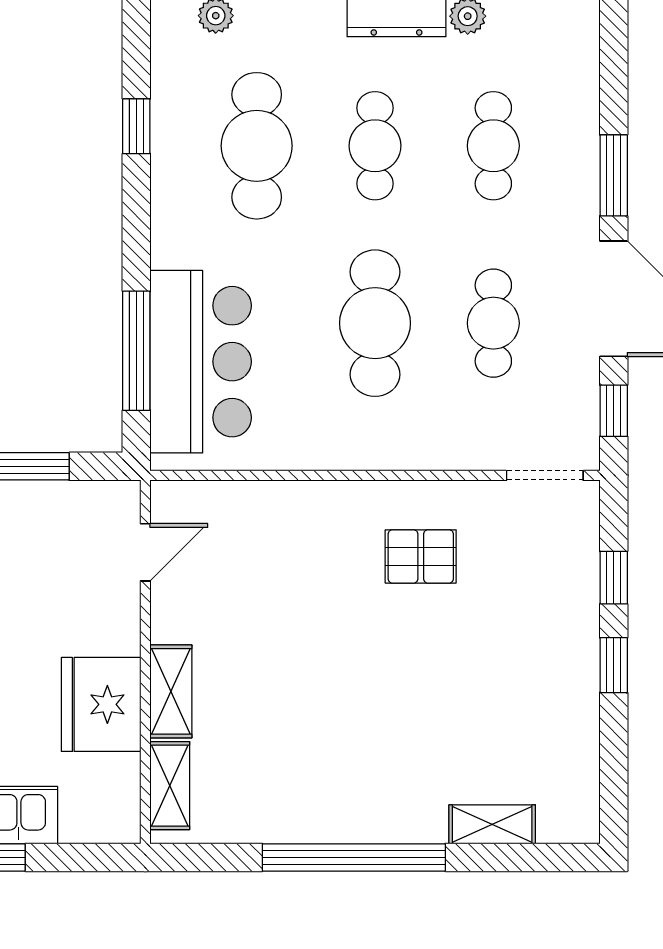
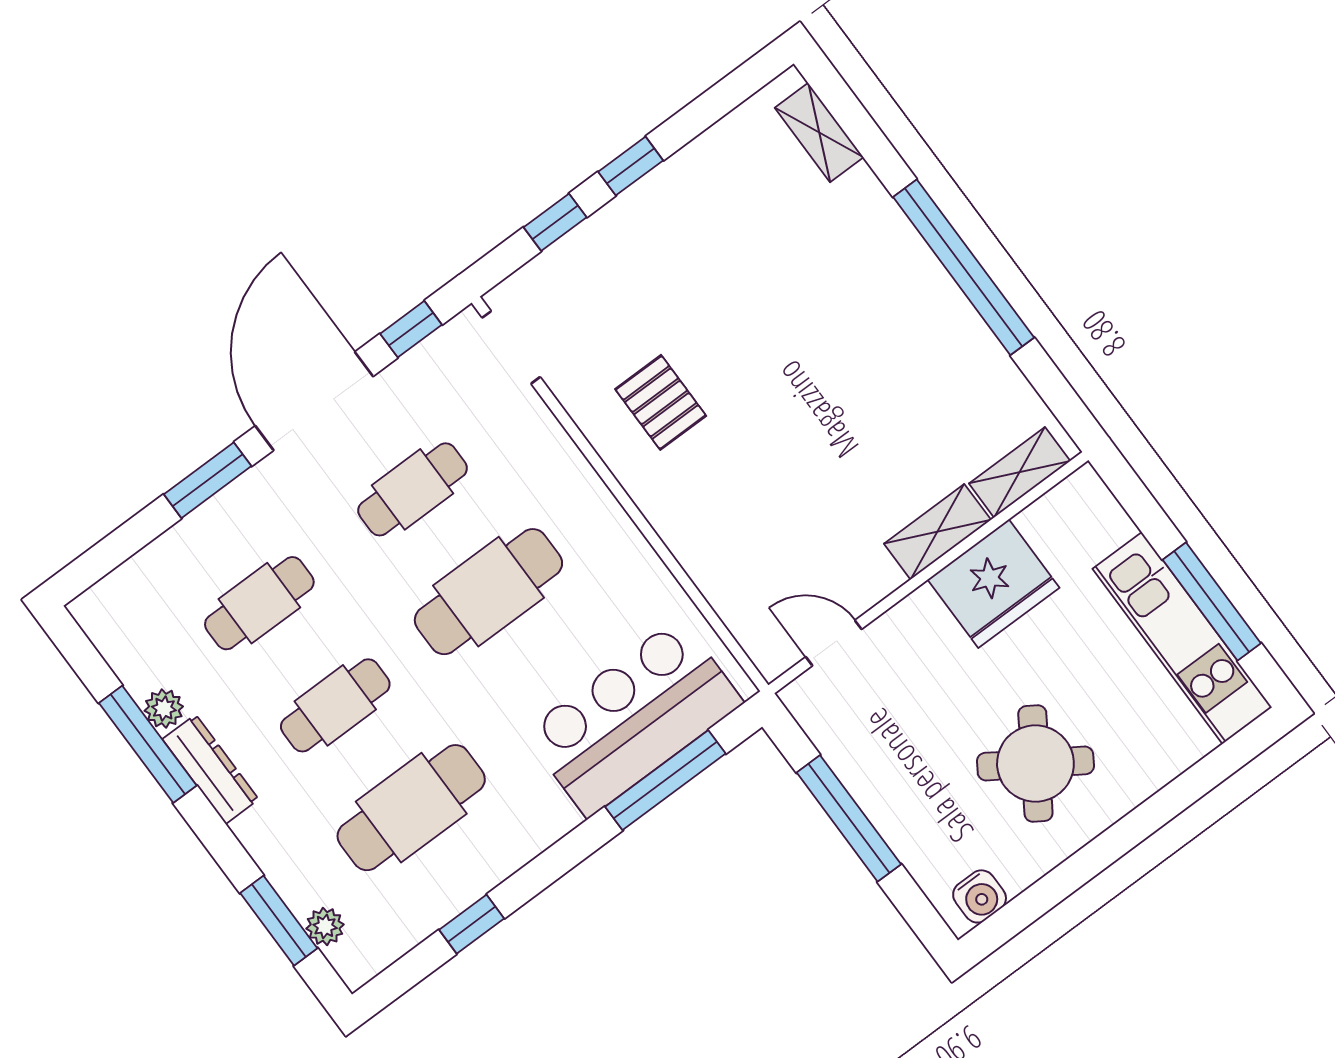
shelving: (492, 824) -> (819, 132), moved

